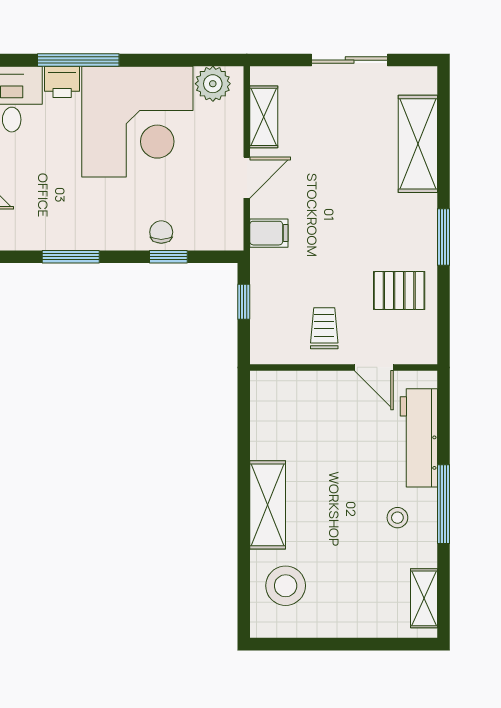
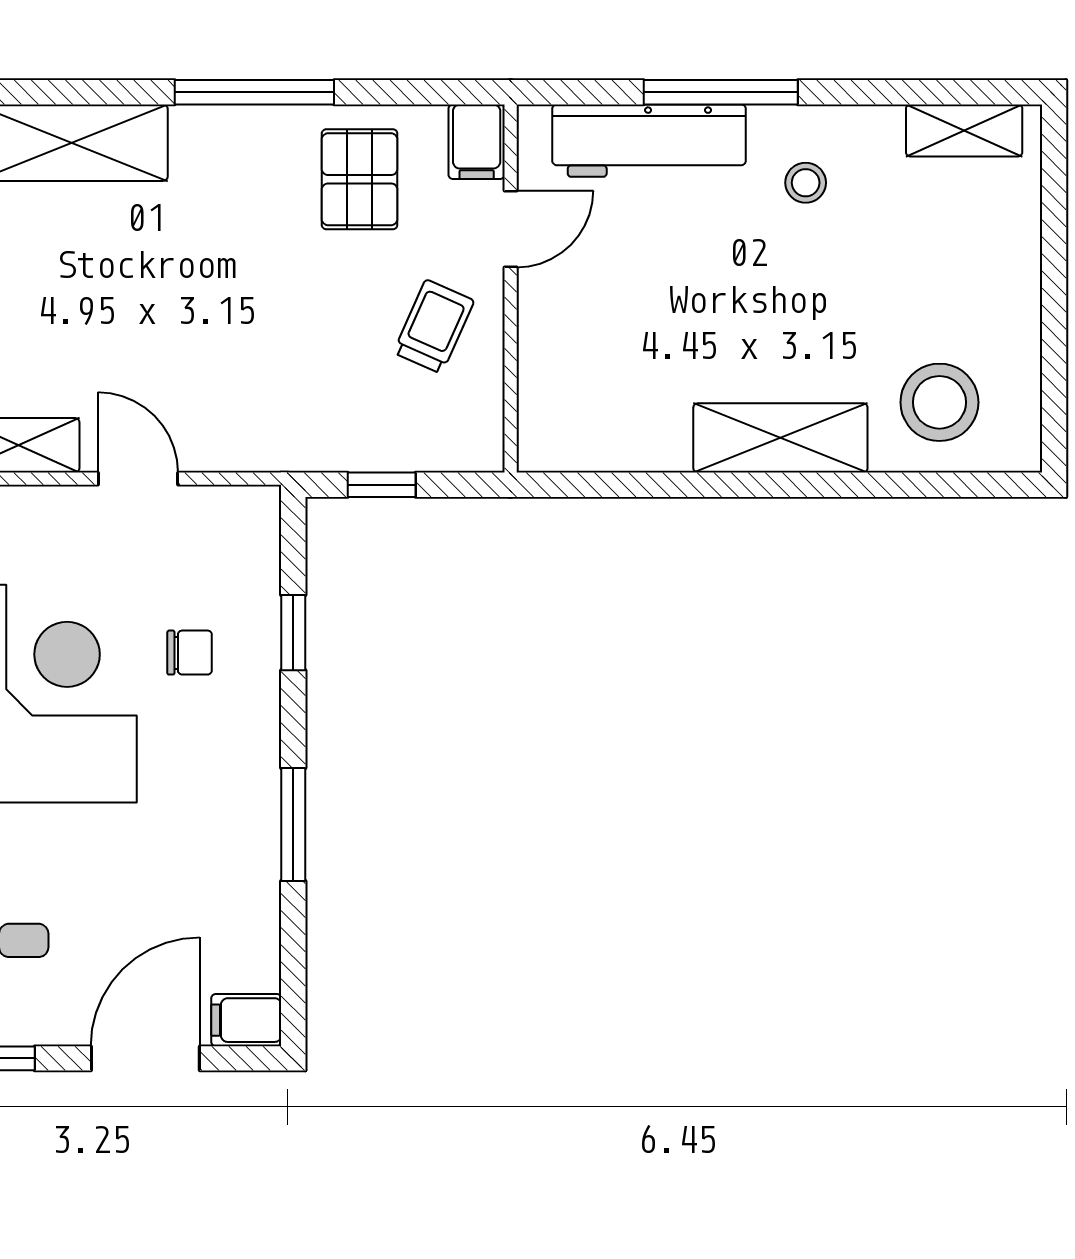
chair: (161, 232) -> (190, 653), moved, turned 180
filing cabinet: (269, 233) -> (477, 142), moved, turned 180
window: (444, 237) -> (254, 92), width x1.44
trolley: (324, 328) -> (434, 327), turned 114
window: (444, 504) -> (721, 92), moved

